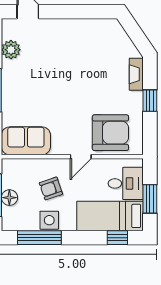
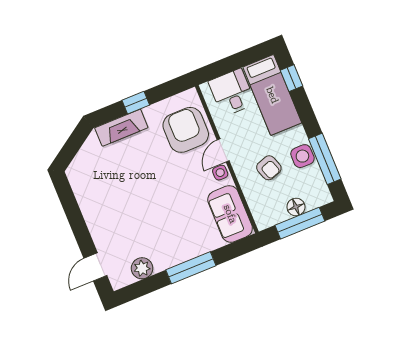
fireplace: (136, 74) -> (121, 128), width x1.37, depth x1.32
side table: (64, 147) -> (220, 173), added
door: (81, 157) -> (223, 150), swing flipped
window: (150, 199) -> (237, 61), removed

